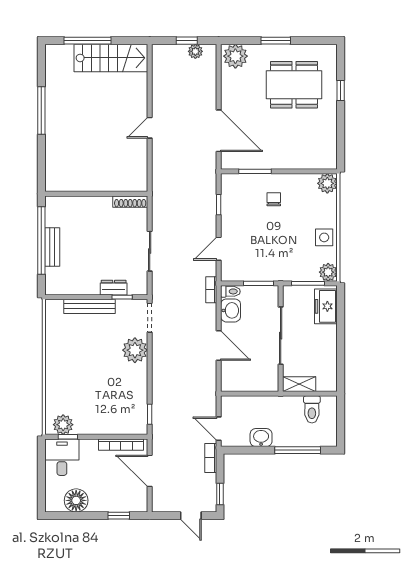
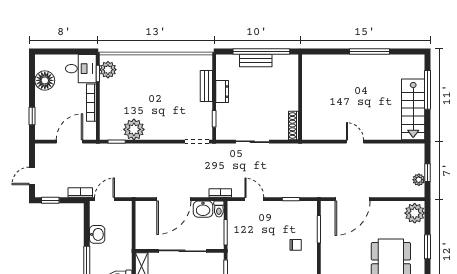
dresser: (114, 288) -> (222, 92), moved
bench: (90, 306) -> (206, 86), width x0.73
door: (219, 345) -> (174, 199), width x1.36
plant: (135, 350) -> (134, 129), moved
bookcase: (121, 445) -> (91, 103), moved

